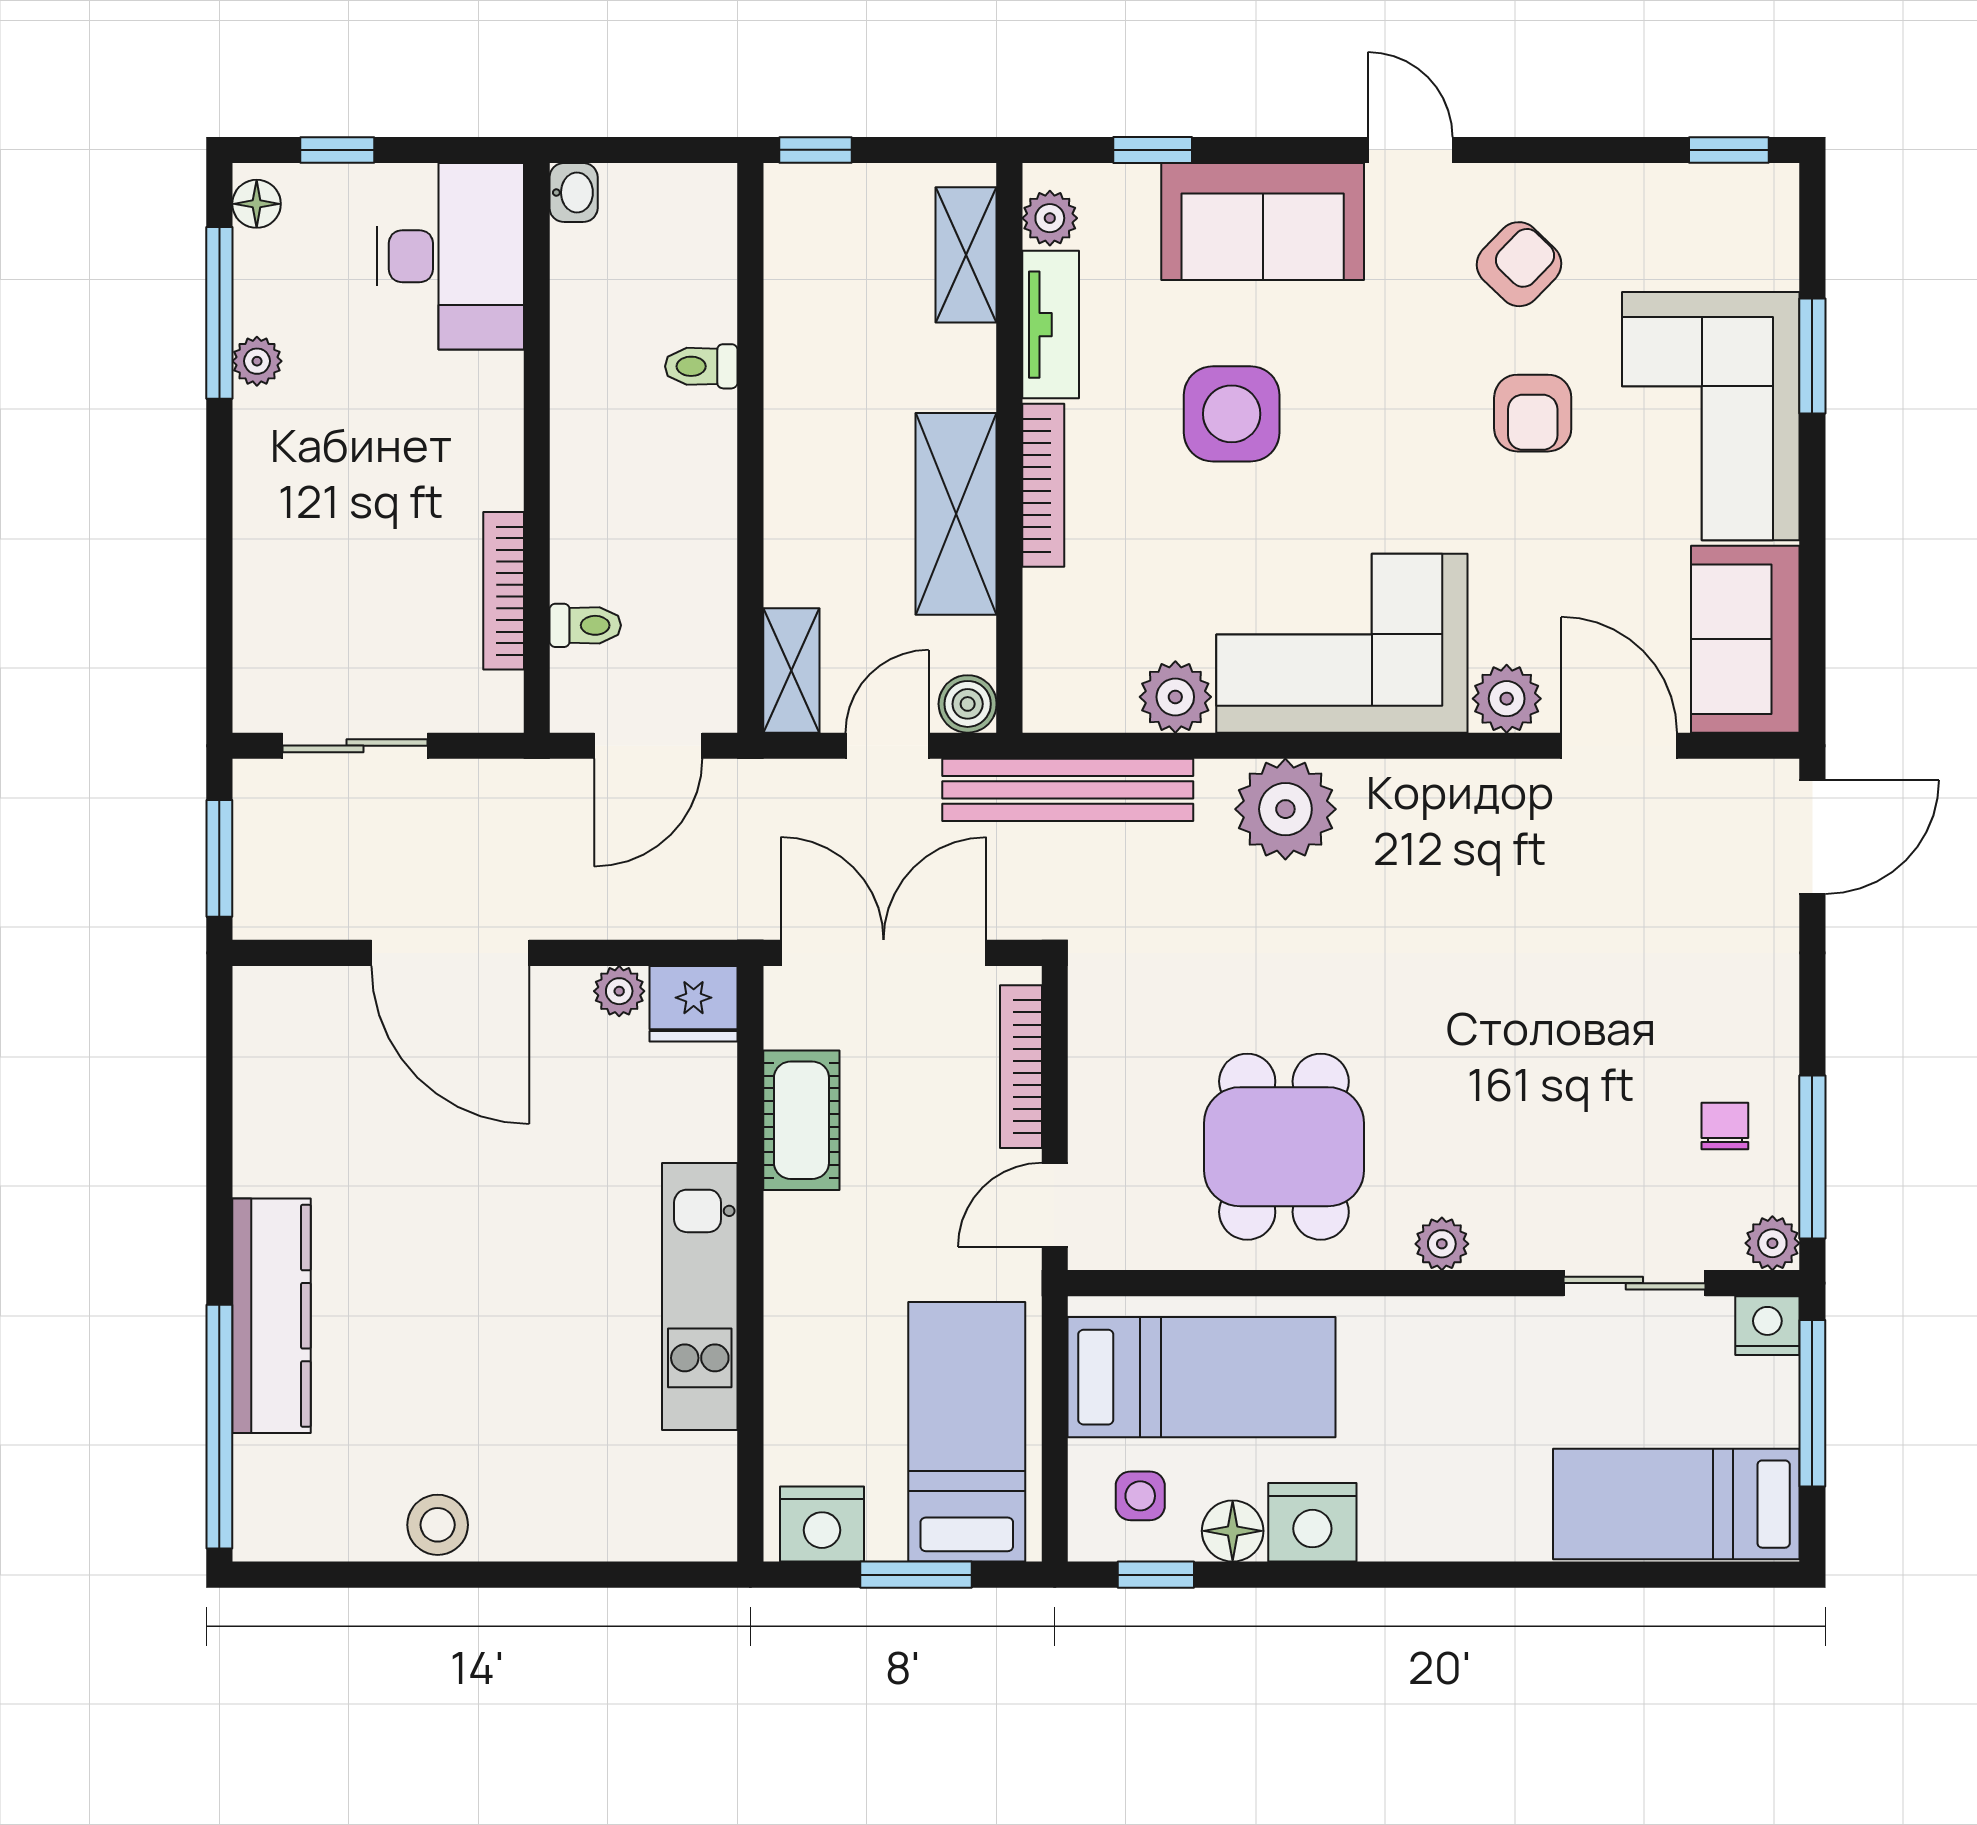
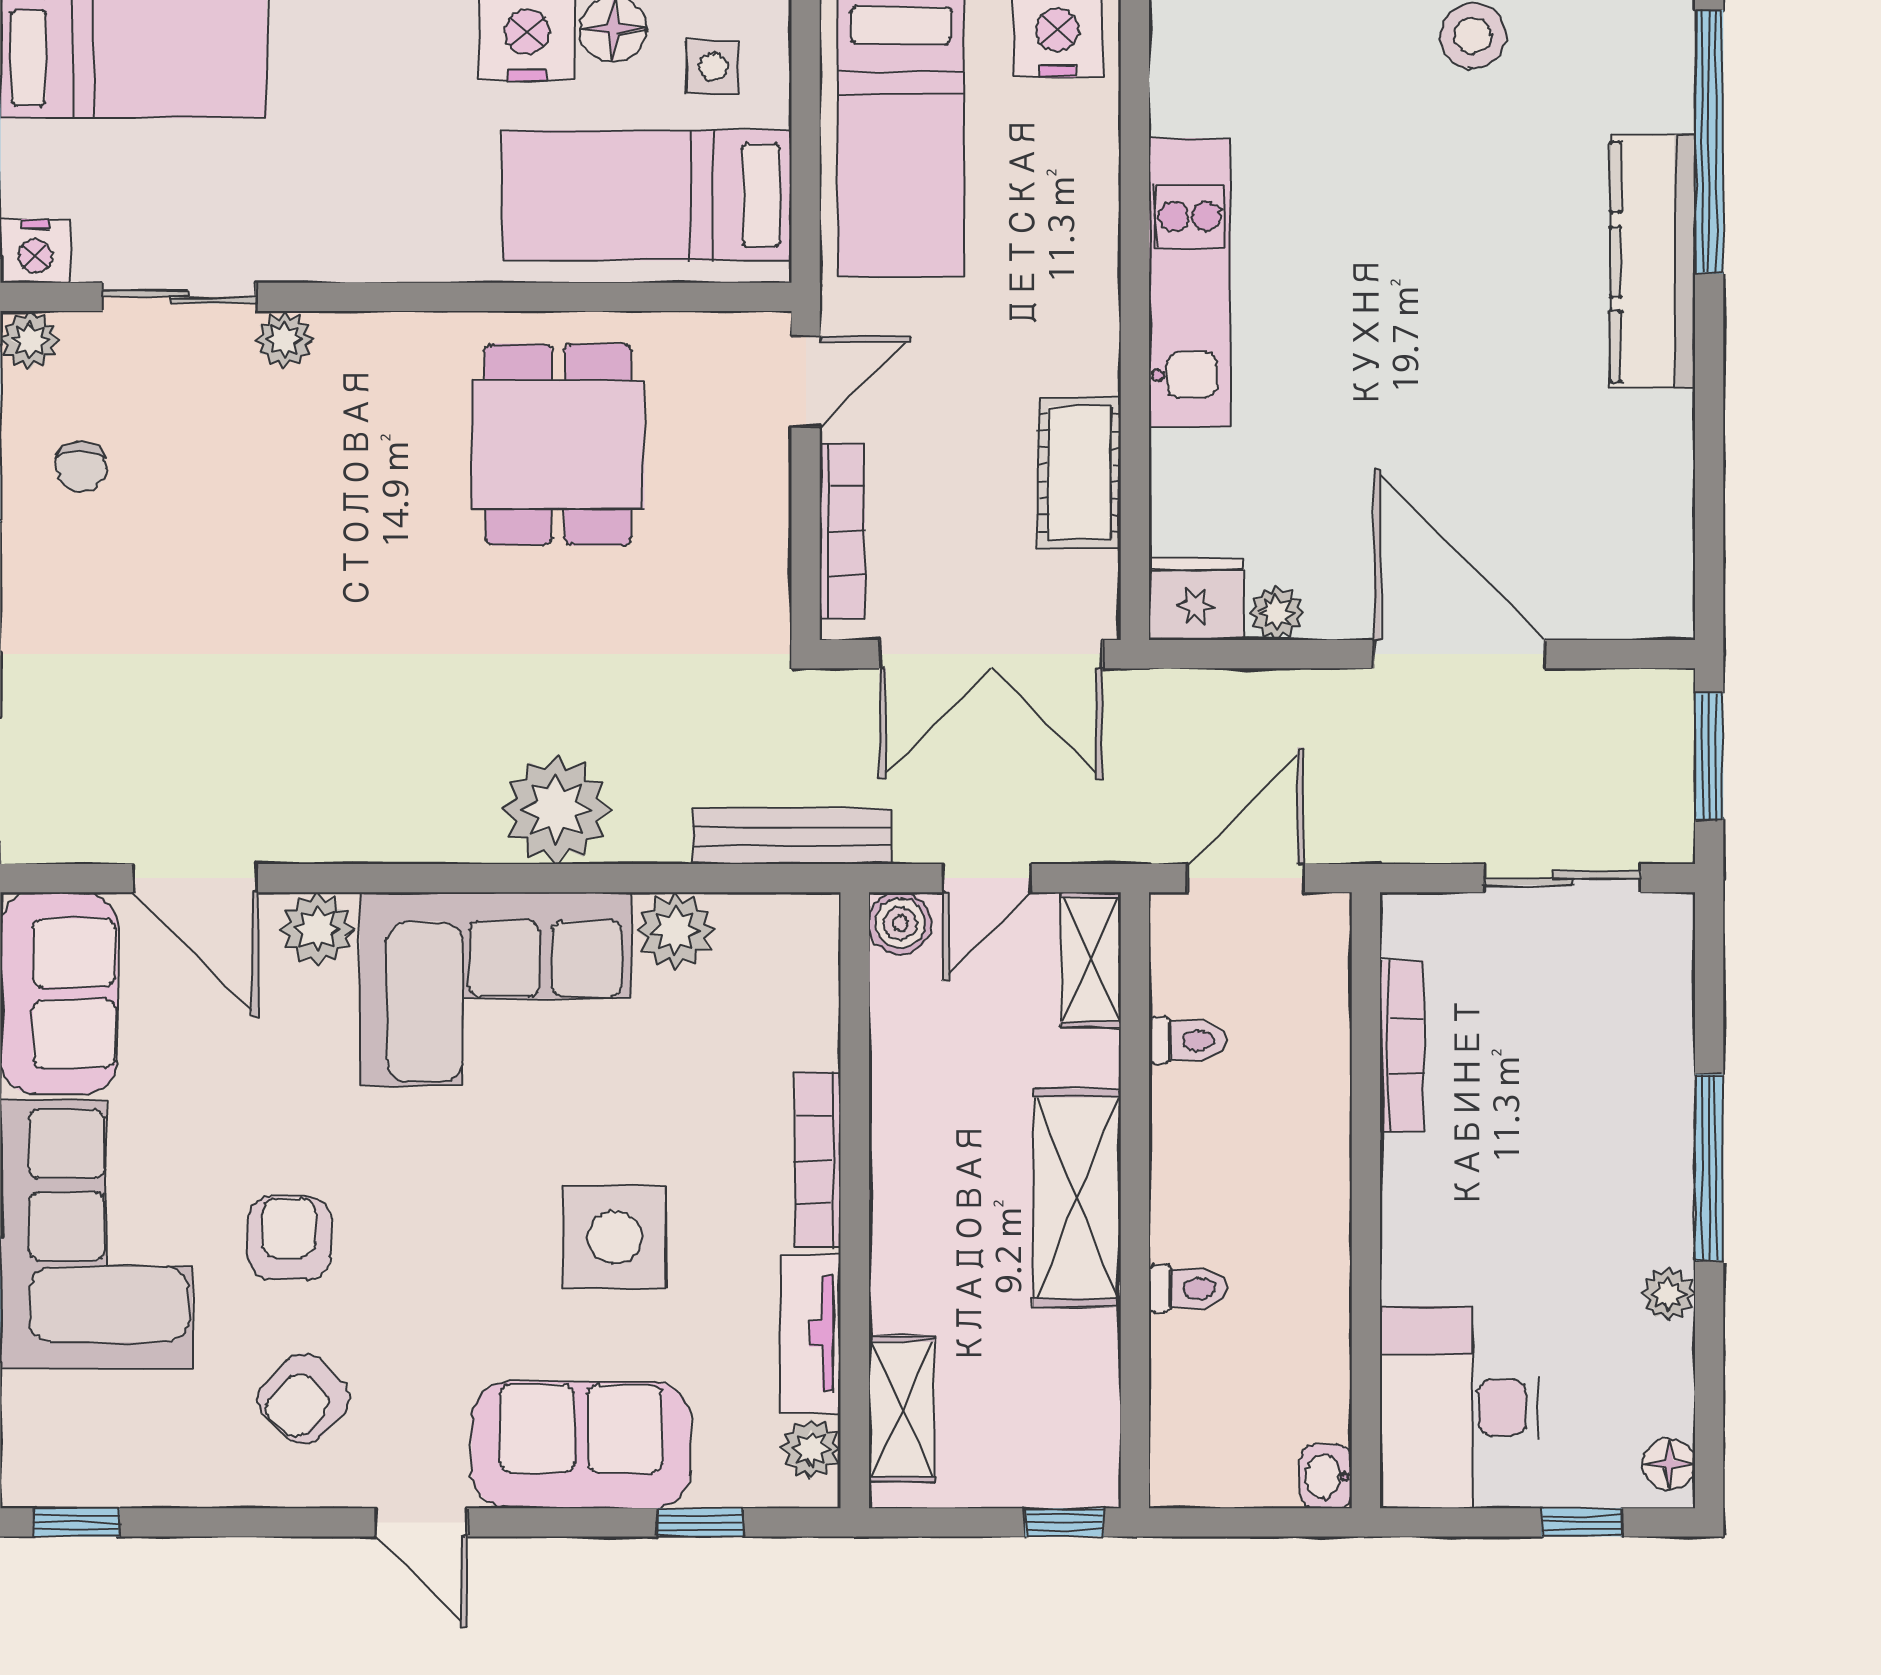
window: (219, 313) -> (1709, 1168), moved
shelving: (956, 514) -> (1077, 1198), moved
toilet: (585, 625) -> (1187, 1040), moved, turned 180
bench: (1068, 790) -> (792, 836), width x0.73, depth x0.82
plant: (1442, 1244) -> (285, 340), moved

